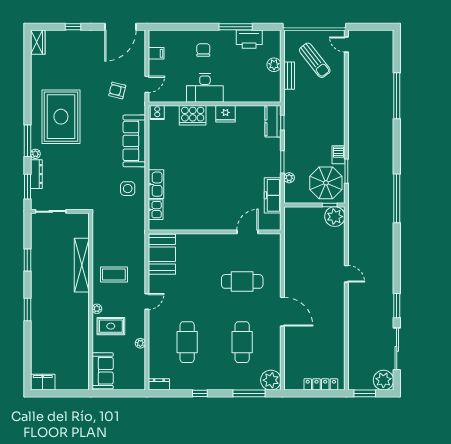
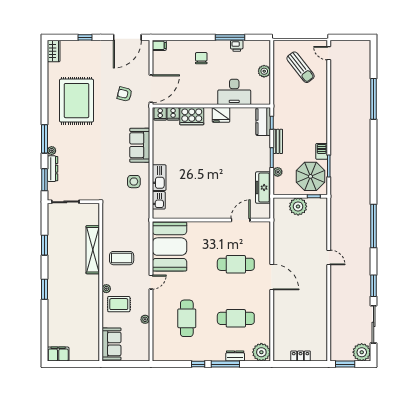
printer: (249, 39) -> (237, 46), width x0.53, depth x0.68
filing cabinet: (156, 53) -> (159, 45), moved
bench: (289, 76) -> (278, 141), moved
door: (147, 84) -> (151, 89), width x1.88
desk: (205, 88) -> (234, 92), moved
cooker: (172, 112) -> (173, 114), added
rug: (61, 117) -> (76, 101), moved
sofa: (134, 141) -> (140, 145), width x0.73
window: (397, 198) -> (374, 226), moved
plant: (335, 217) -> (298, 206), moved
booth: (162, 254) -> (169, 247), width x1.36, depth x1.42
door: (282, 312) -> (272, 277), moved
cafe table: (242, 342) -> (236, 318), turned 90
dresser: (159, 384) -> (235, 356), moved
locker: (321, 384) -> (301, 356), width x0.66
window: (249, 393) -> (225, 364), moved

